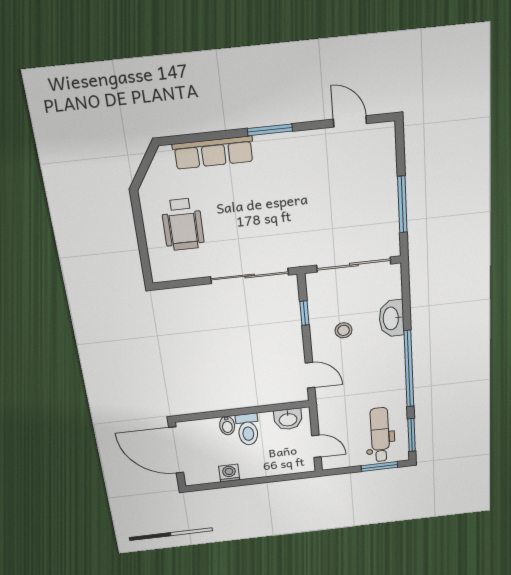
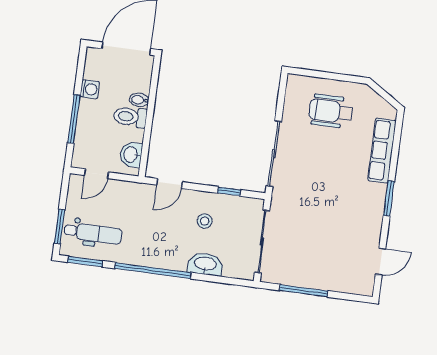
window: (264, 480) -> (74, 119), added

